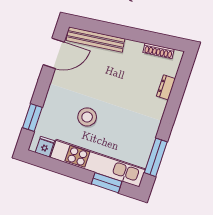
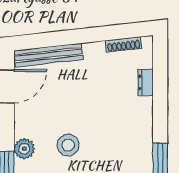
plant: (51, 108) -> (24, 149), added

